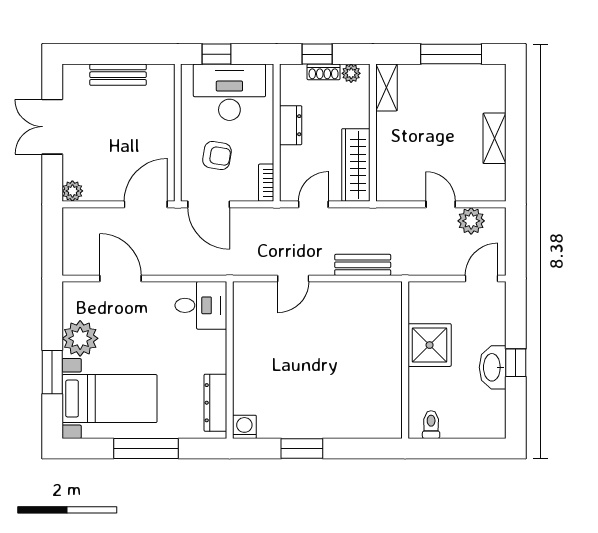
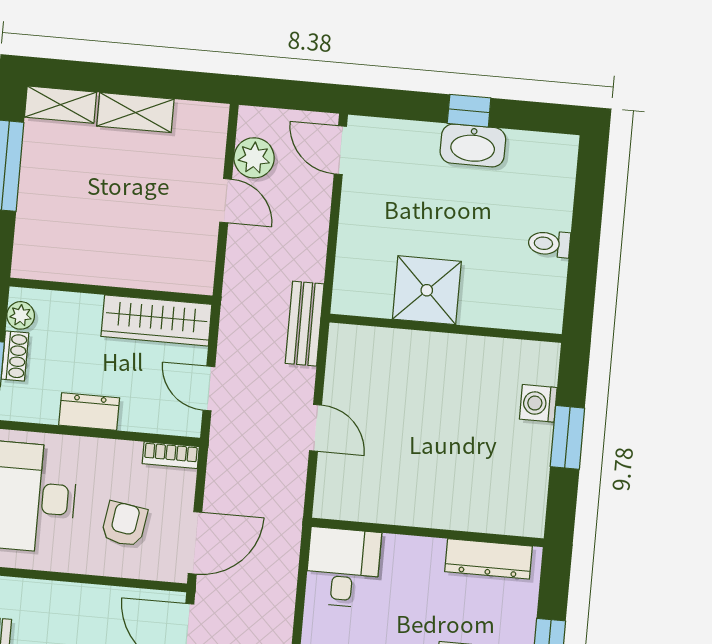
shelving: (387, 87) -> (61, 105), moved
door: (441, 204) -> (226, 201), swing flipped
shower: (430, 345) -> (427, 290), moved
wall: (405, 360) -> (446, 328), moved
washing machine: (244, 427) -> (538, 403), moved

